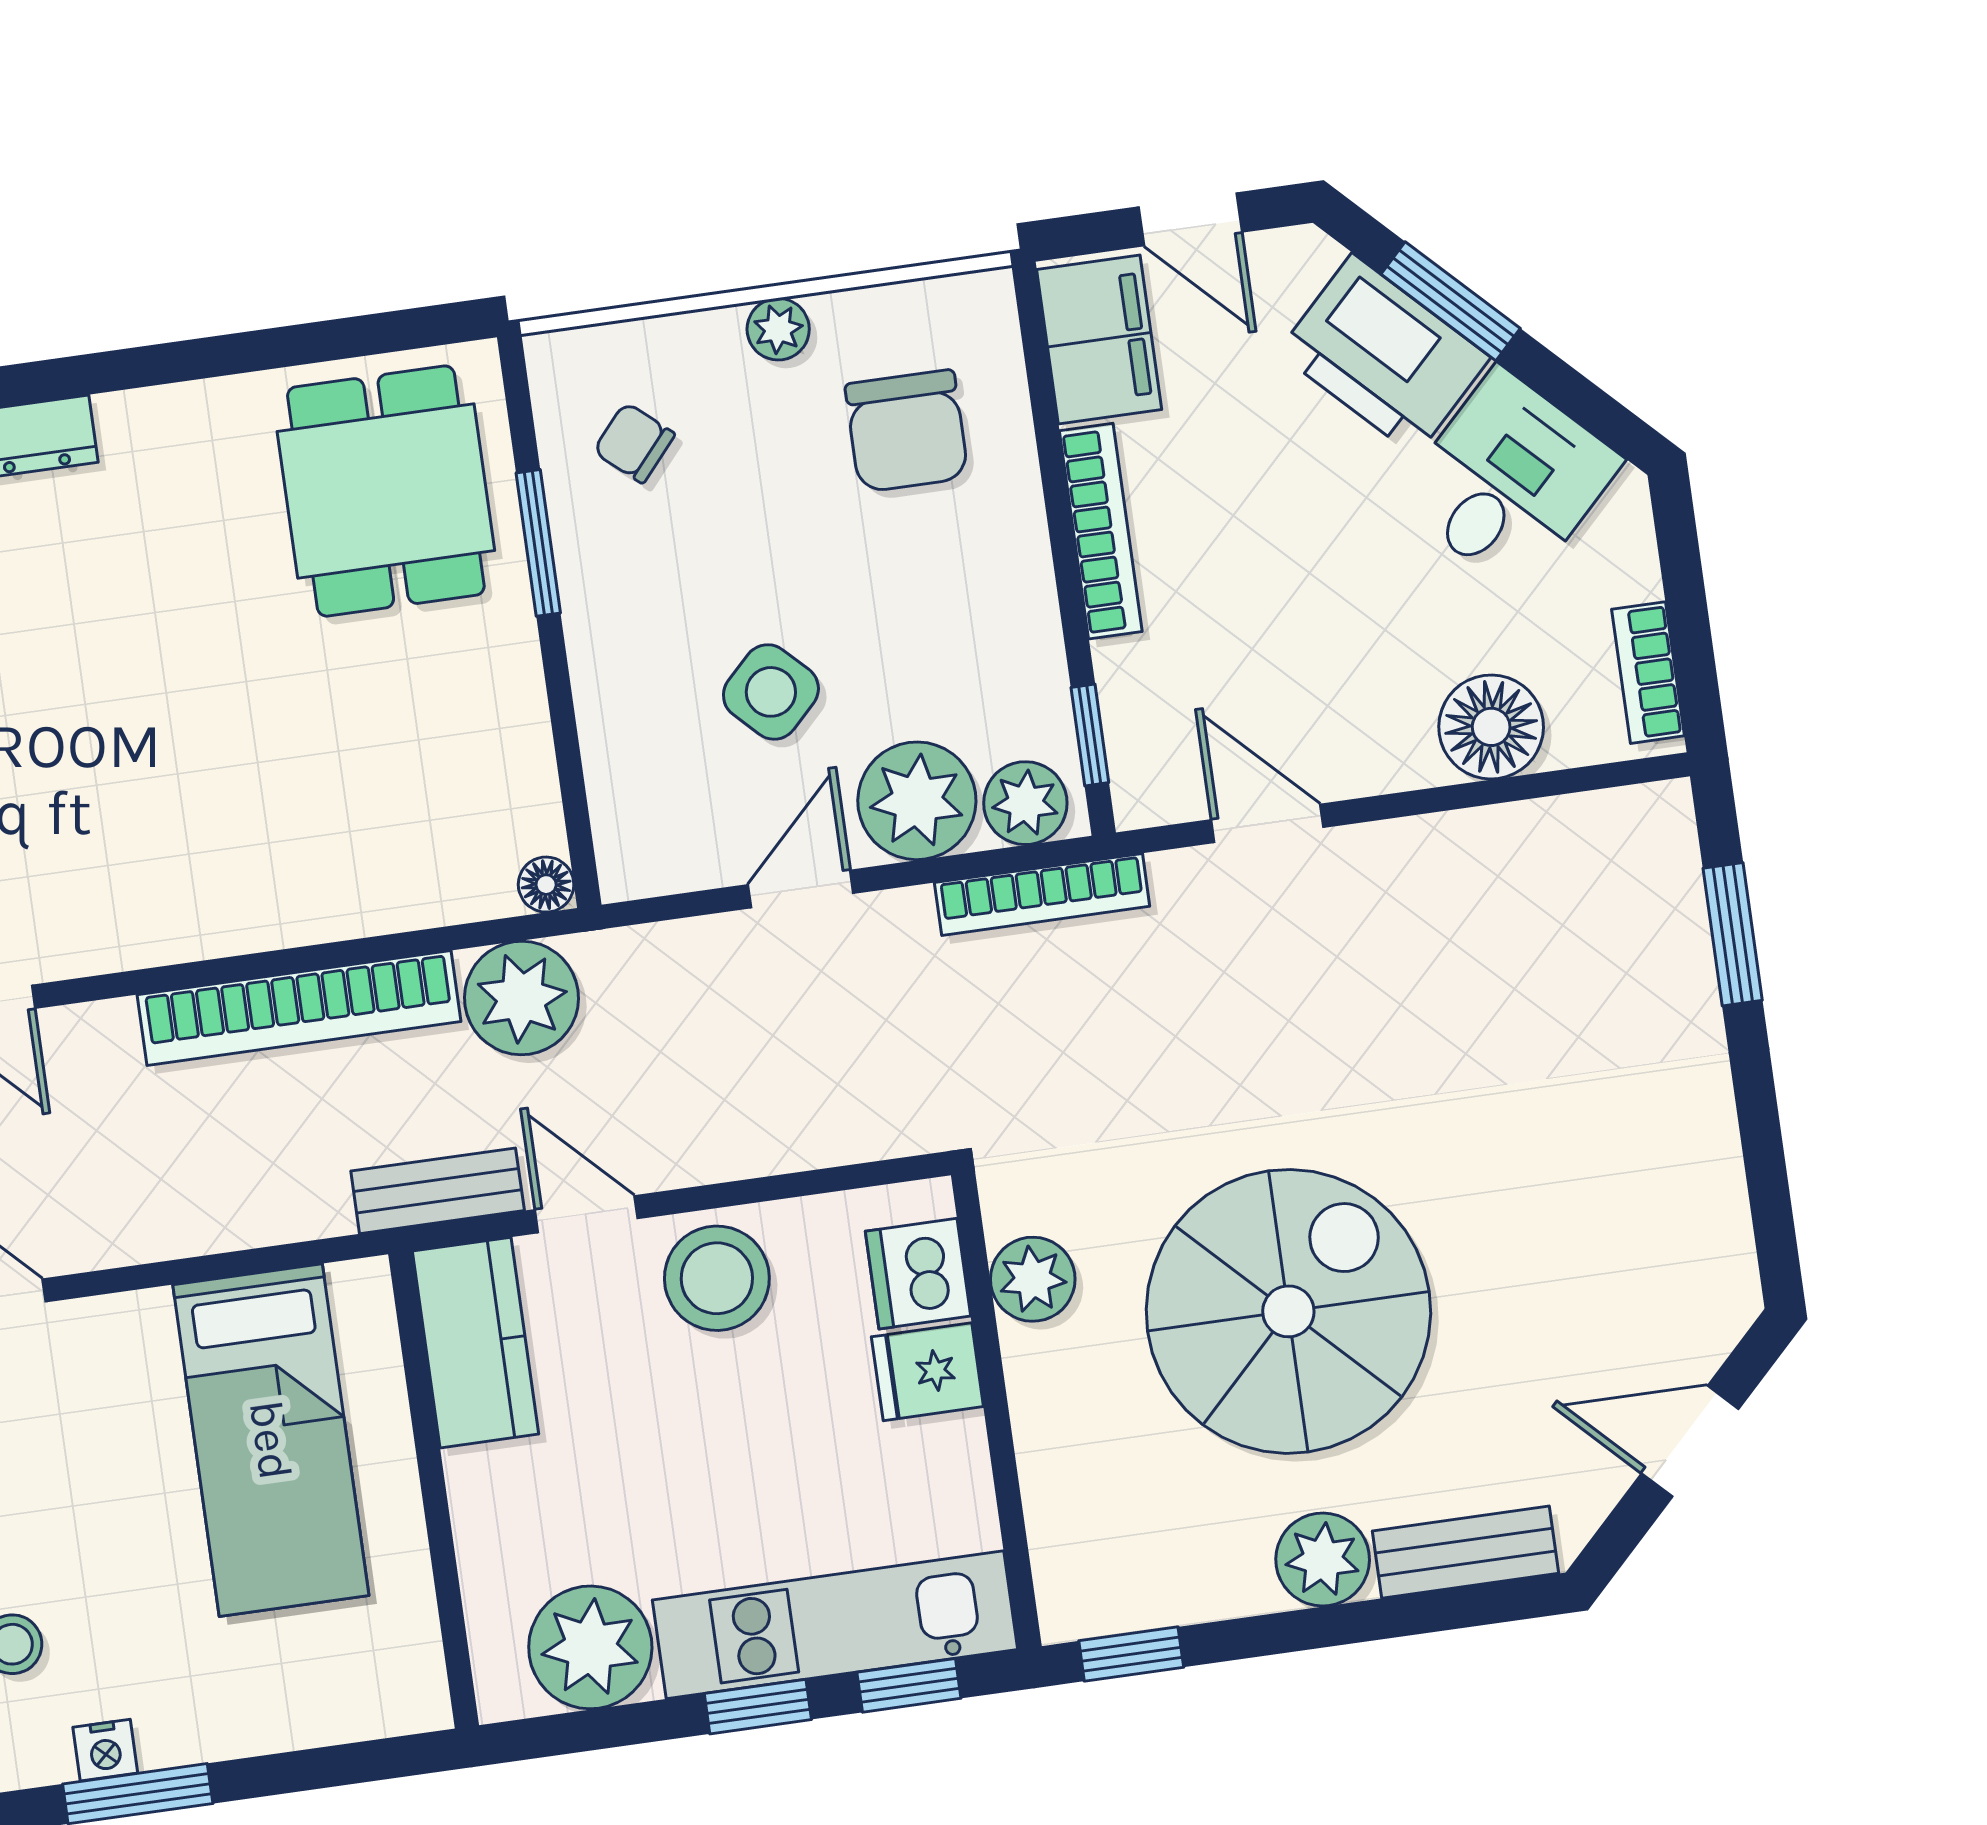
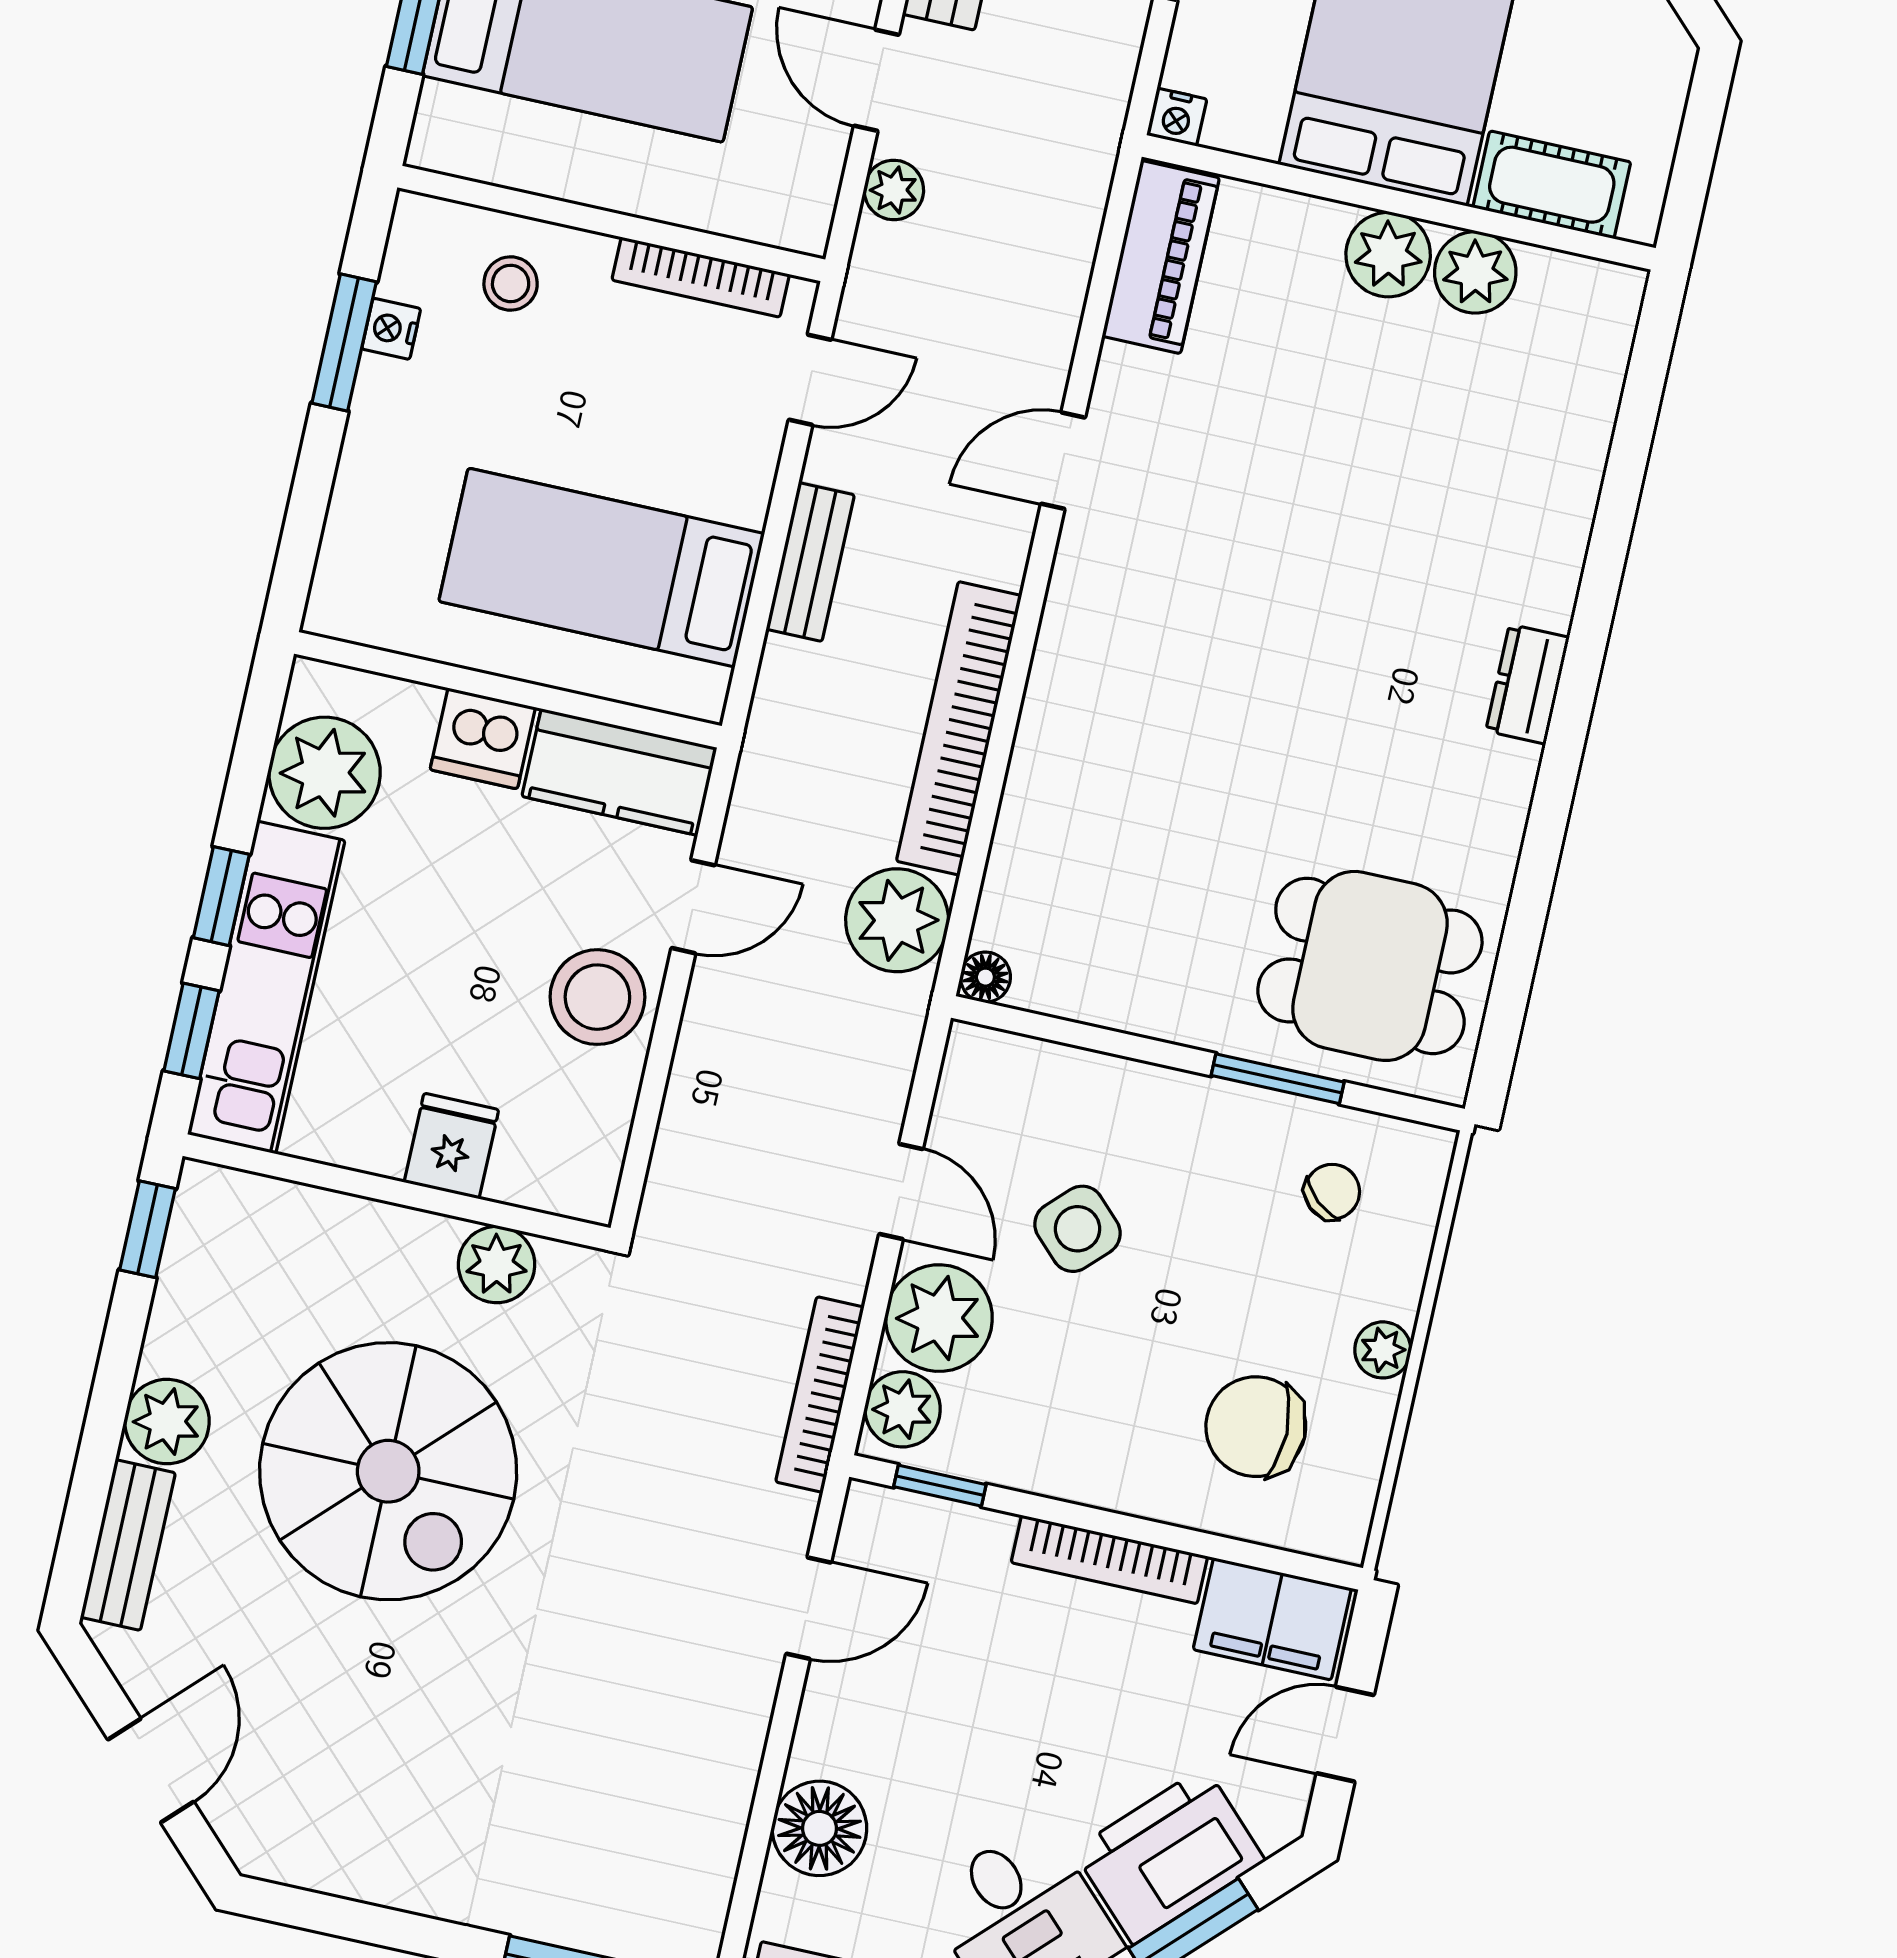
bench: (438, 1191) -> (810, 562), moved
dishwasher: (918, 1274) -> (483, 738), moved, turned 180

